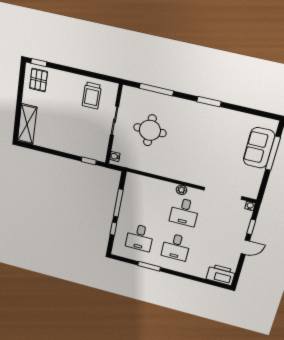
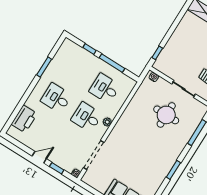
desk: (140, 238) -> (105, 88), moved
door: (245, 247) -> (39, 157), swing flipped
printer: (221, 275) -> (24, 119), moved

